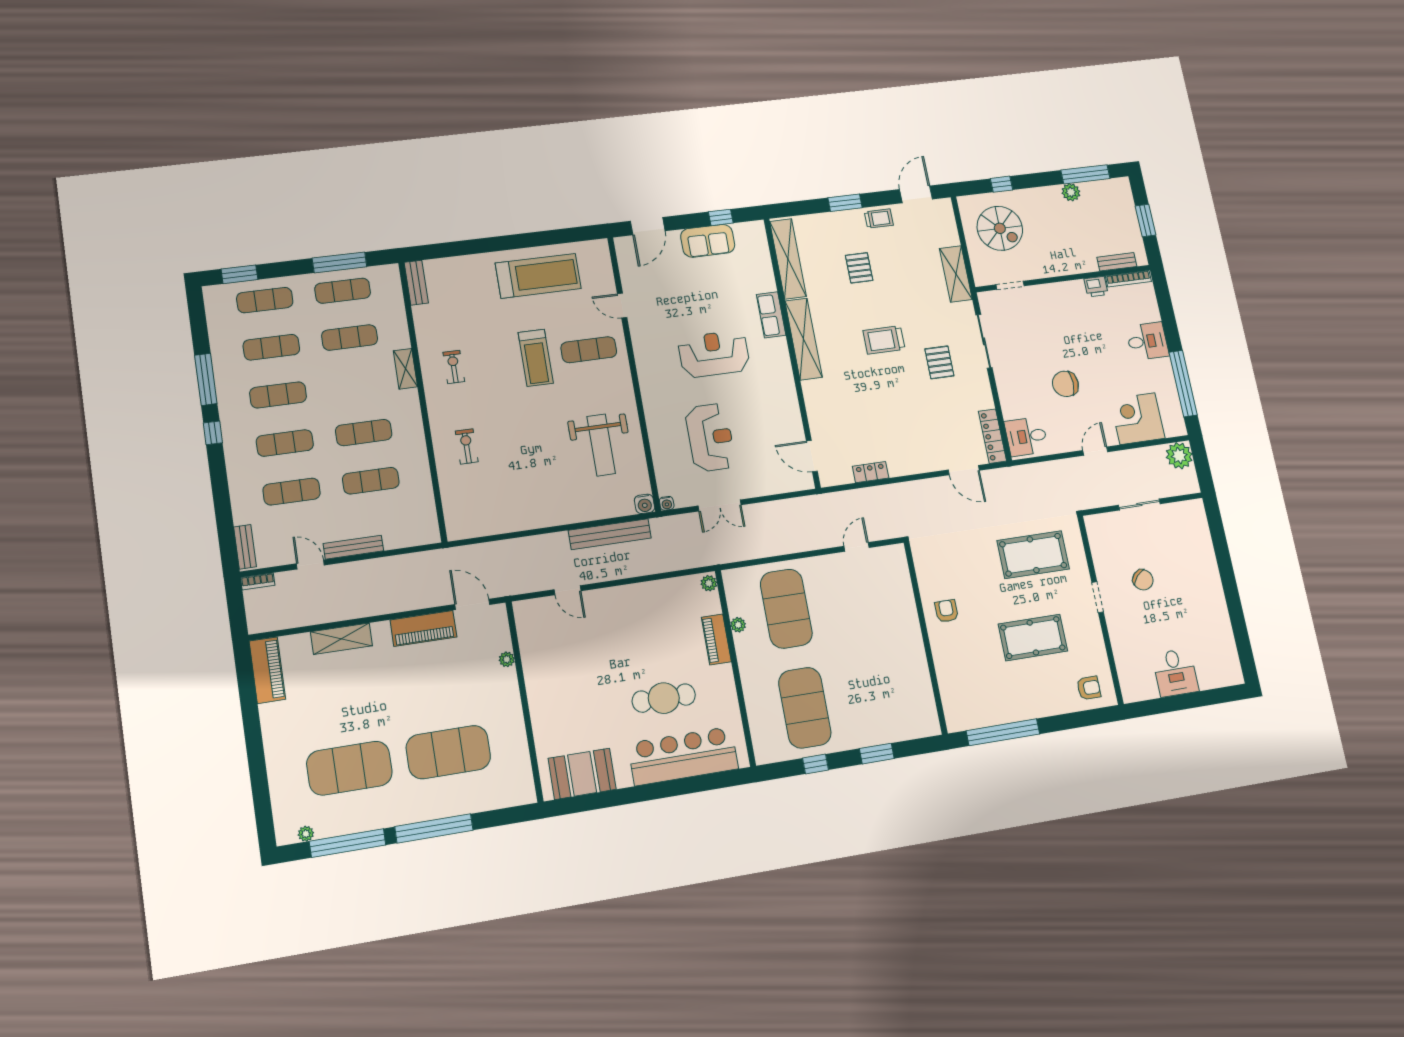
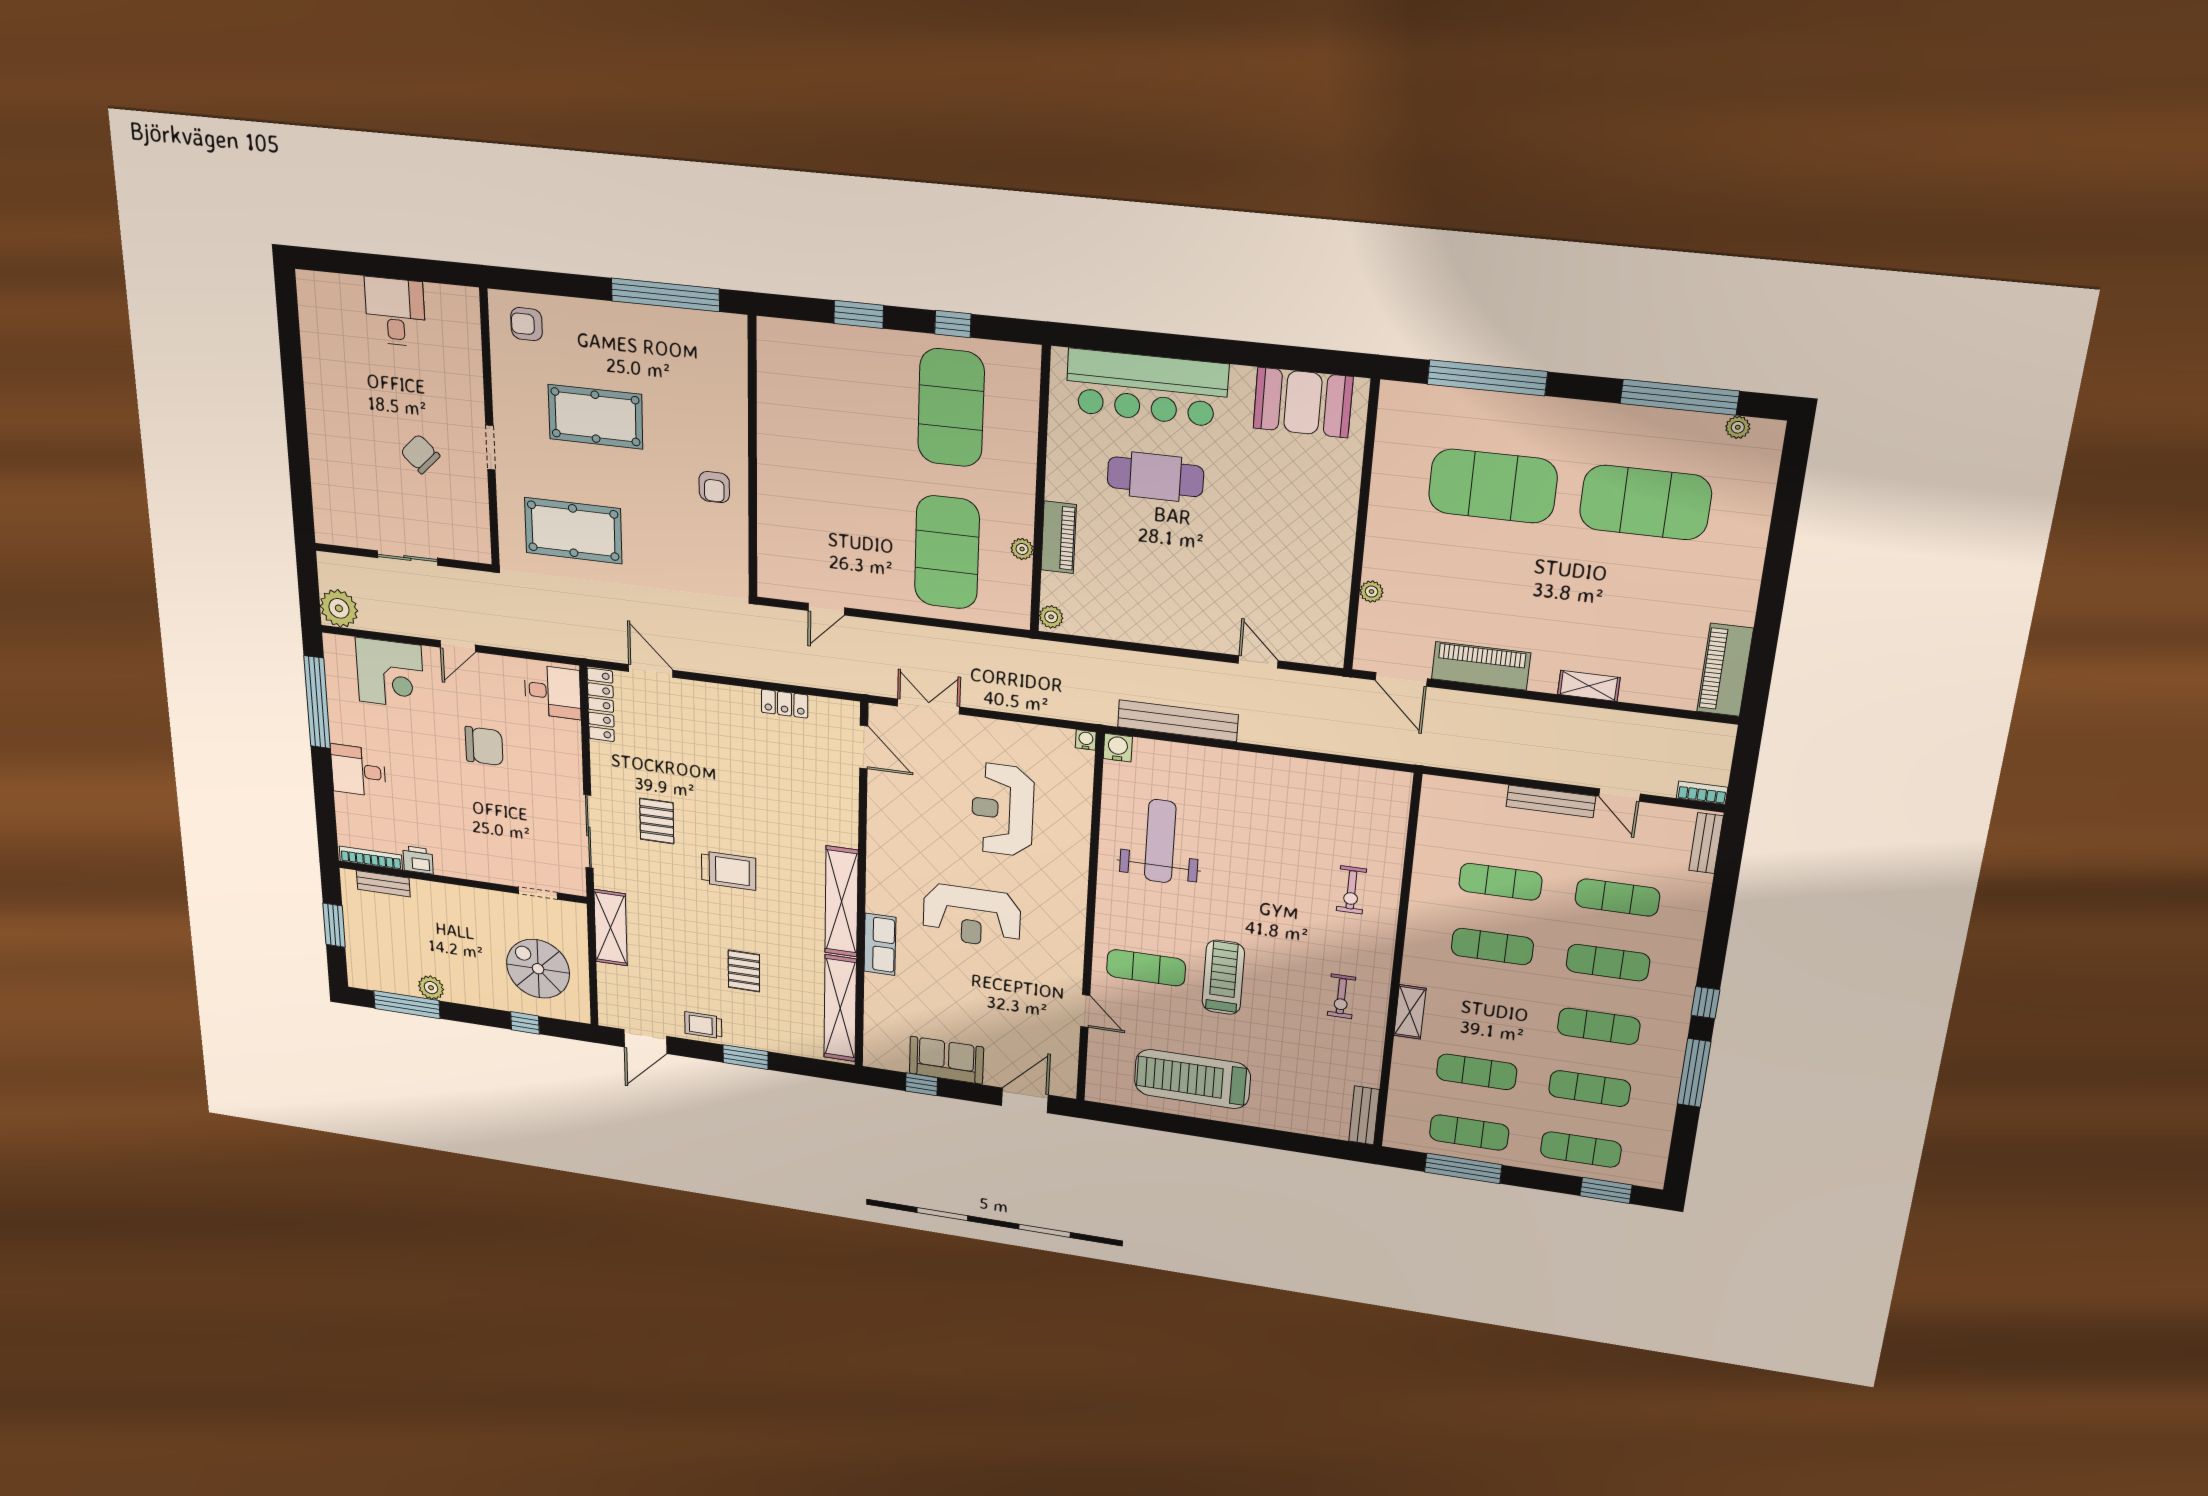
double door: (720, 505) -> (928, 706), moved
shelving: (342, 639) -> (1589, 686), width x0.67, depth x0.75
window: (434, 828) -> (1487, 378), moved

